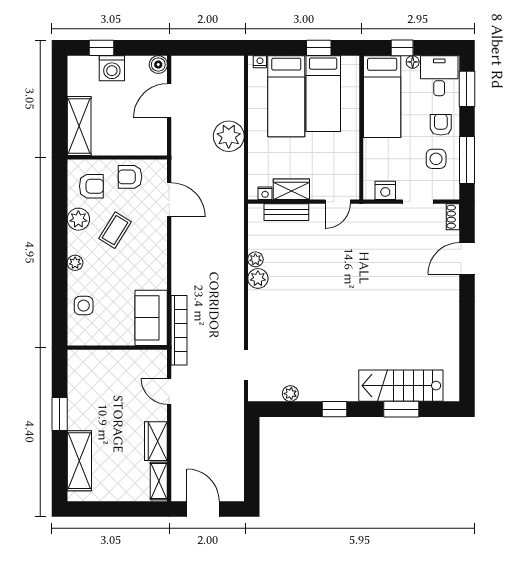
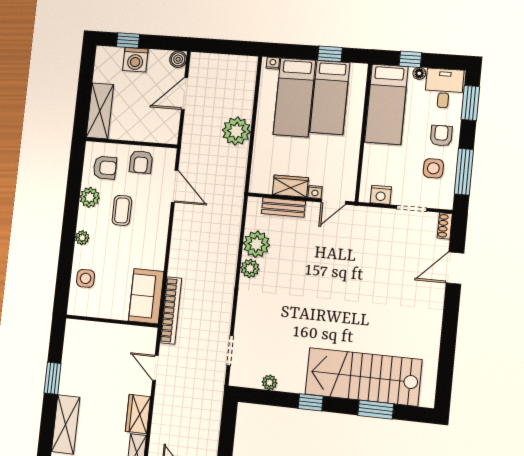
armchair: (130, 177) -> (141, 162), turned -90
nightstand: (265, 193) -> (315, 192), moved
coffee table: (115, 230) -> (122, 210), turned -32
plant: (255, 259) -> (256, 244), width x1.88, depth x1.88
stairs: (401, 386) -> (363, 377), width x1.36, depth x1.51

